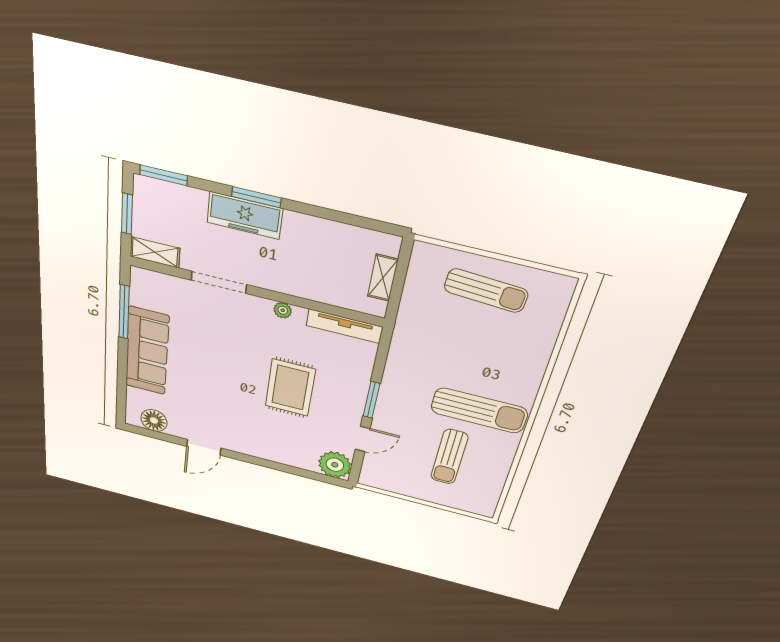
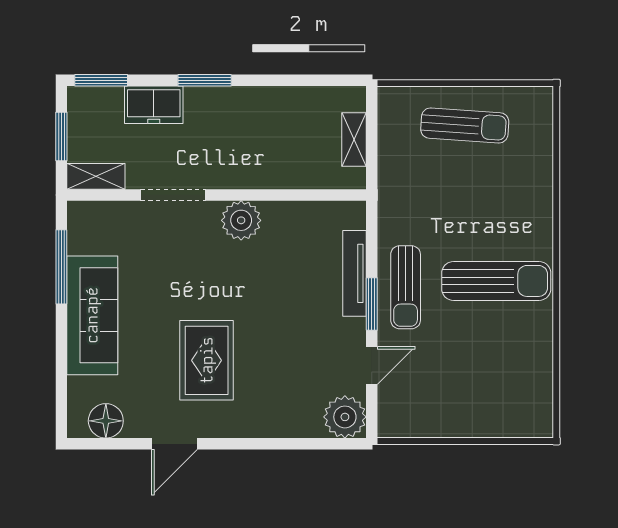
freezer: (245, 215) -> (154, 105), moved, width x0.71
plant: (283, 310) -> (241, 220), width x1.88, depth x1.88
tv unit: (344, 326) -> (355, 273), moved, turned 90
rug: (290, 388) -> (207, 360), moved
sun lounger: (449, 457) -> (406, 287), moved

